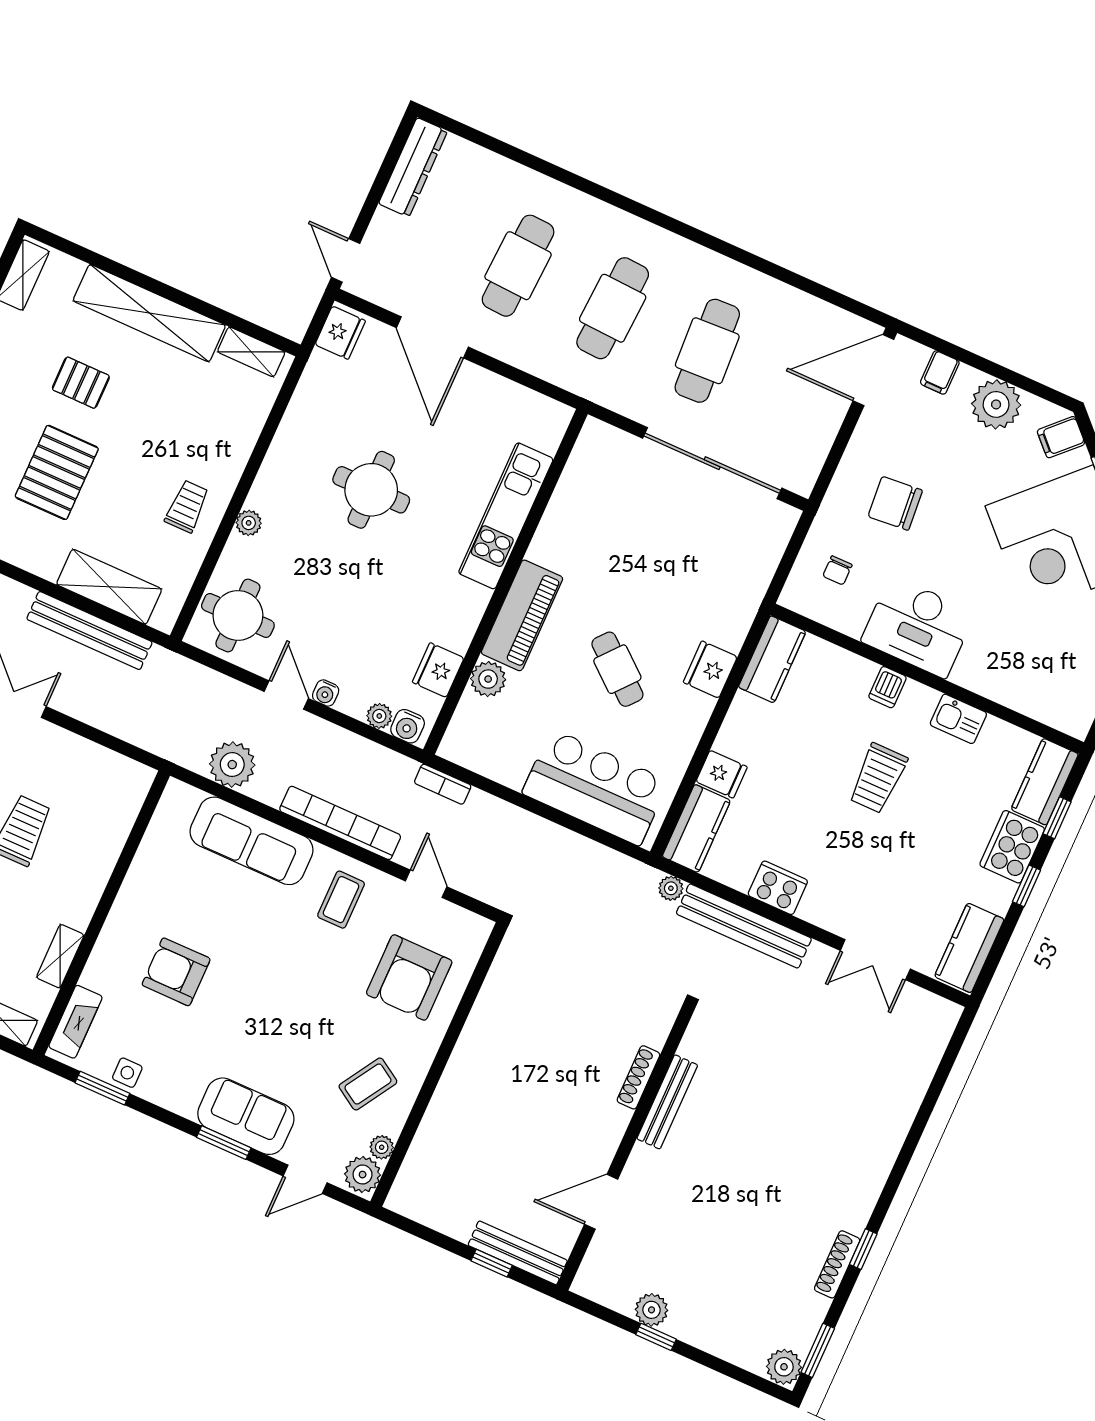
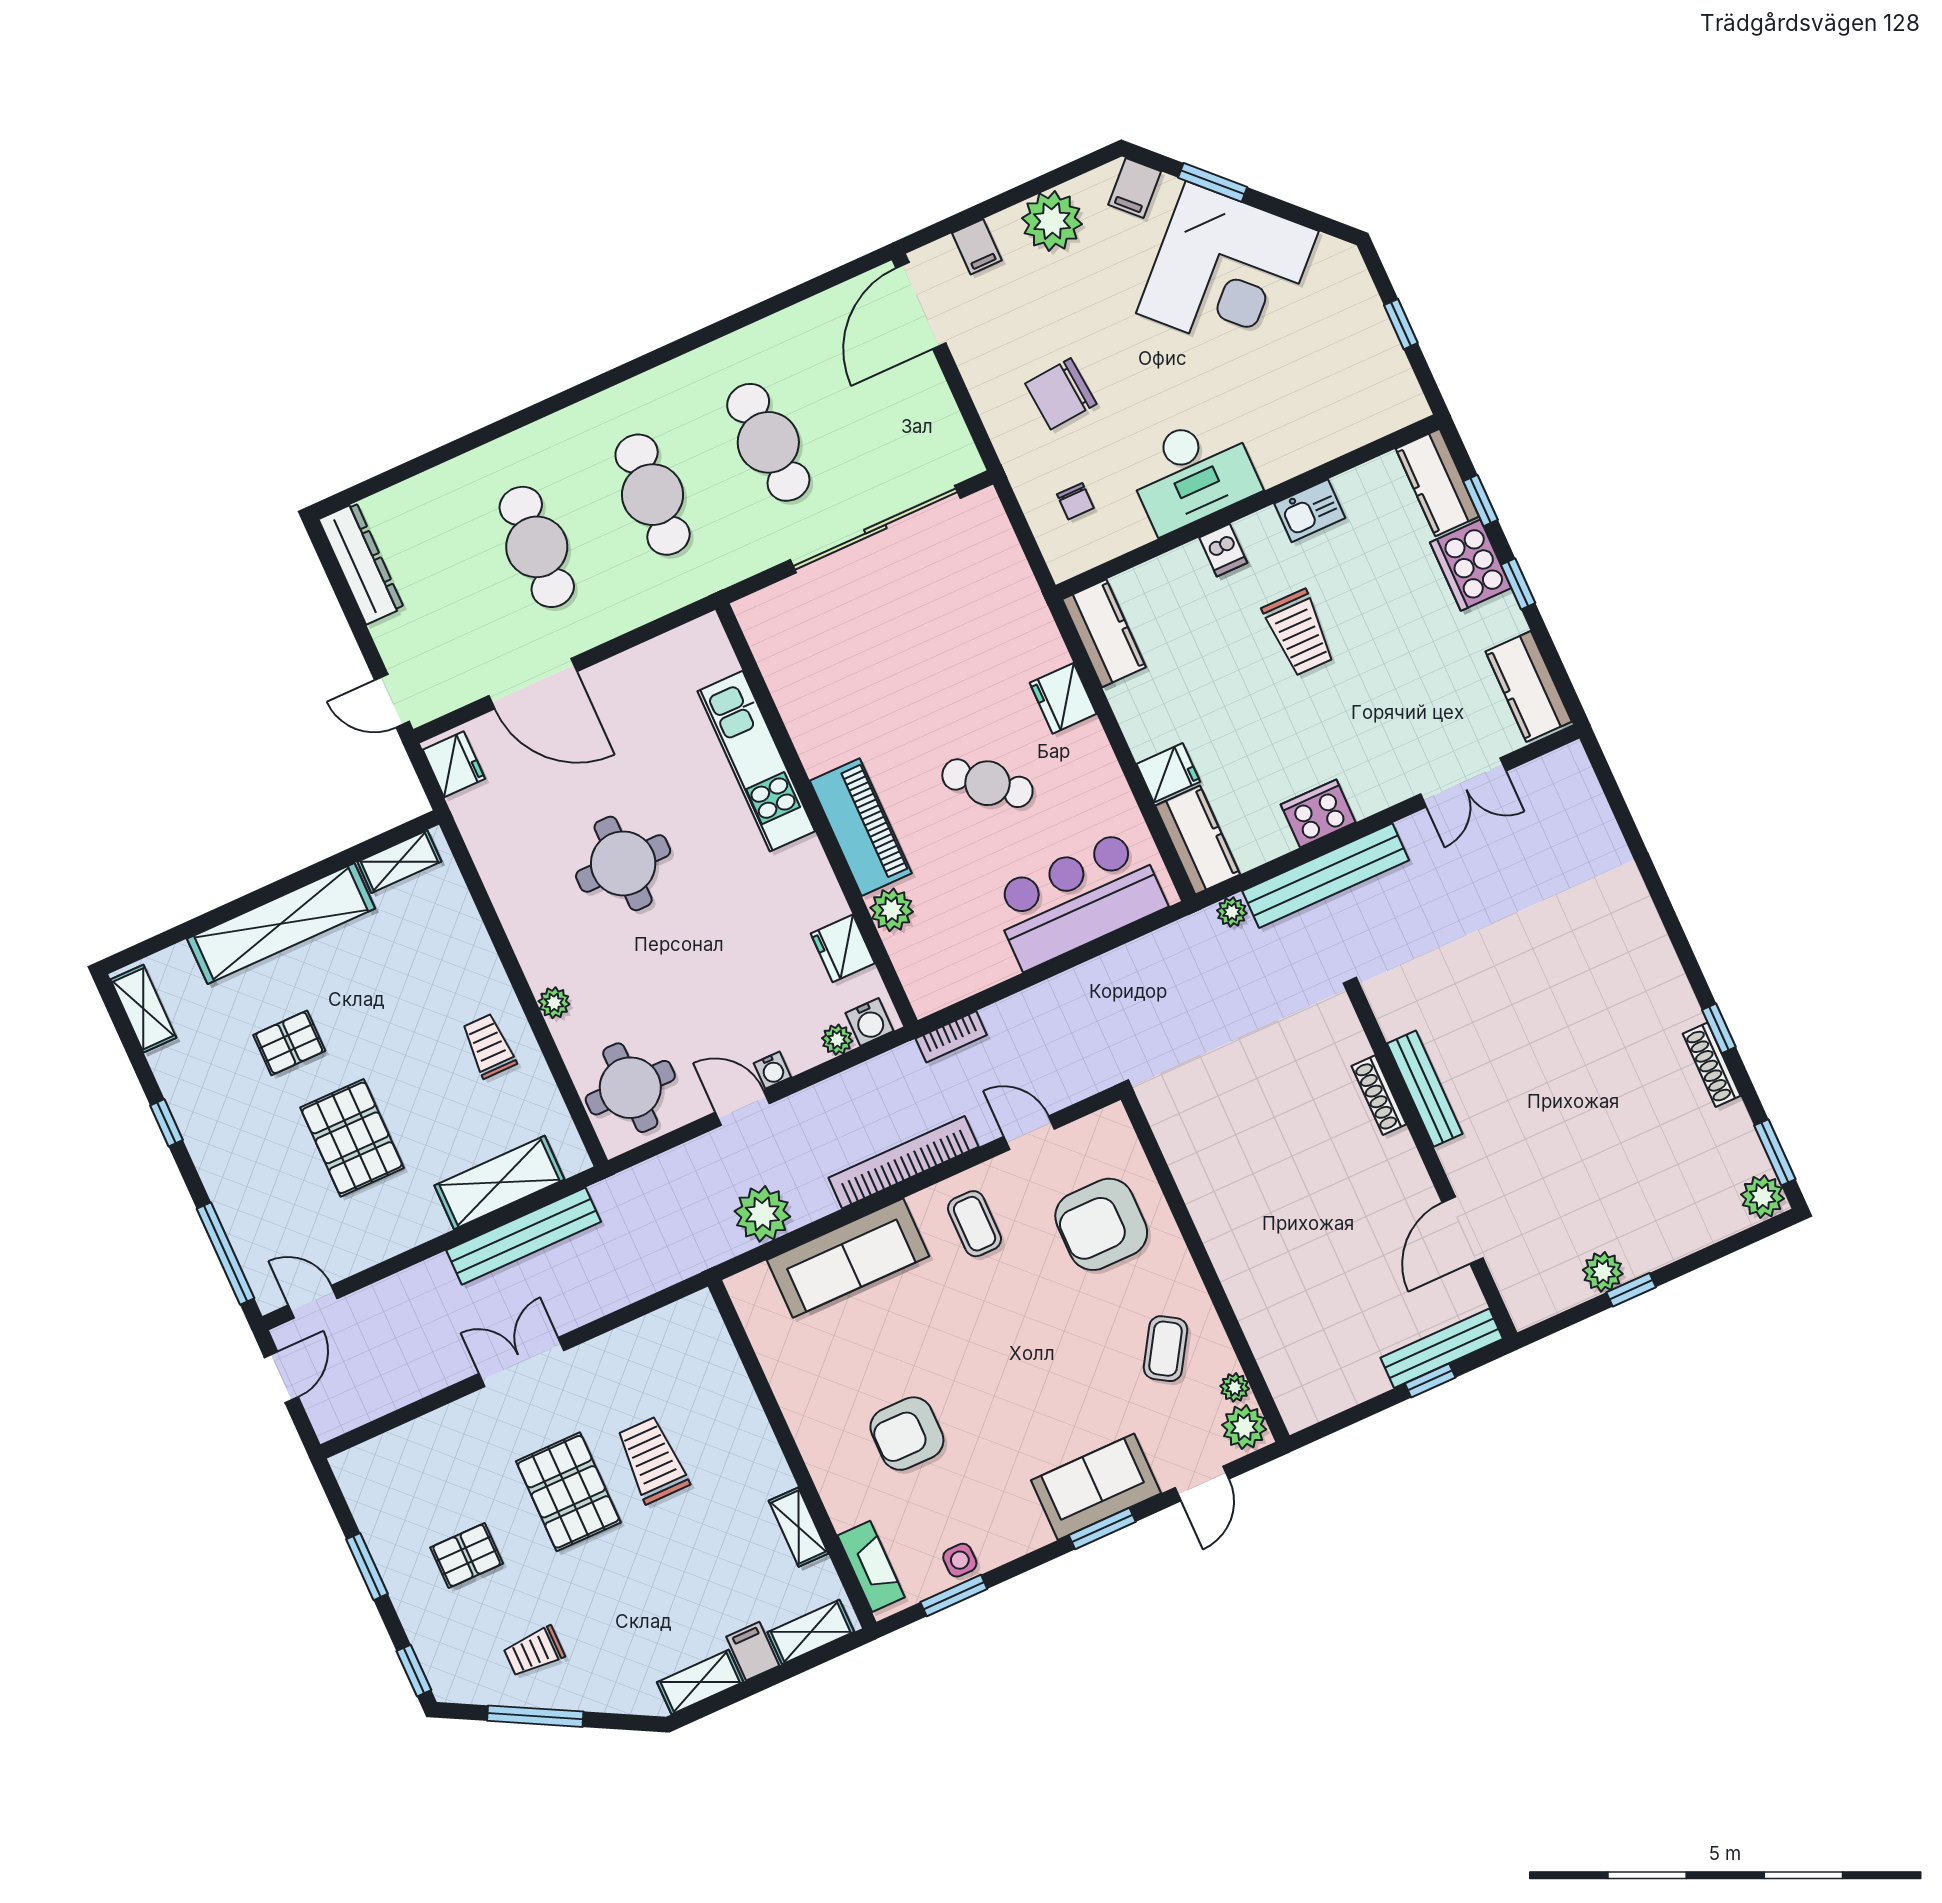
armchair: (409, 977) -> (1101, 1224), turned 90

